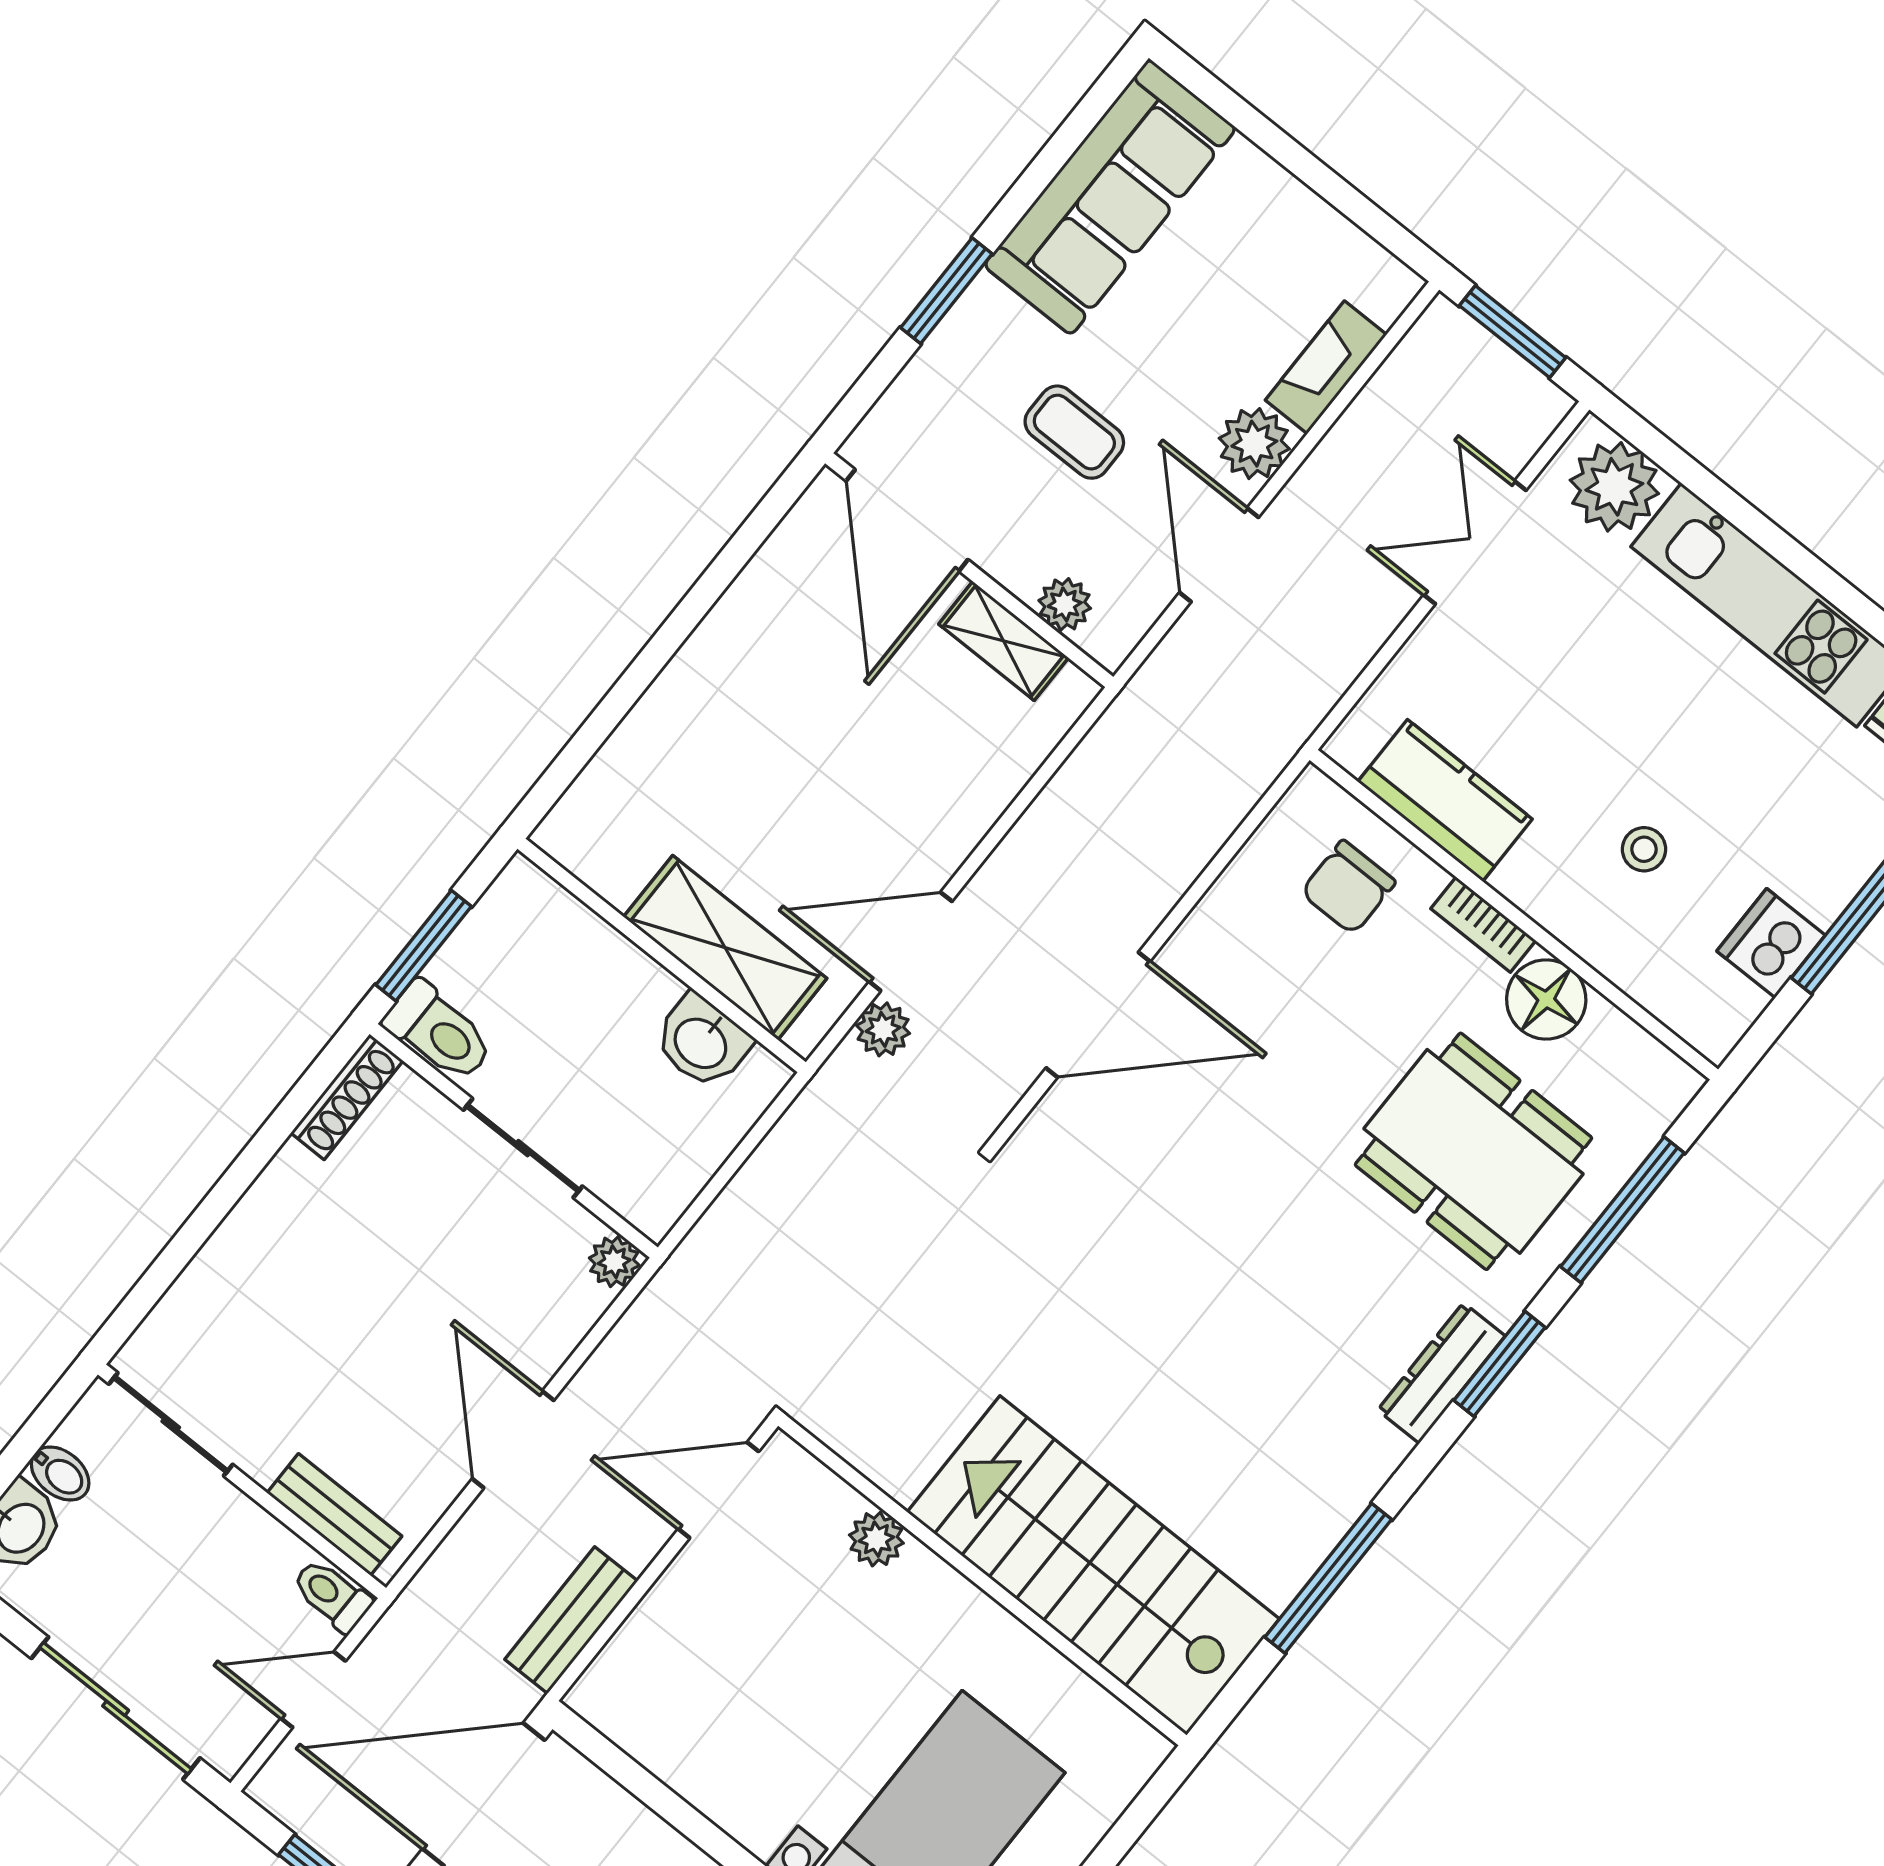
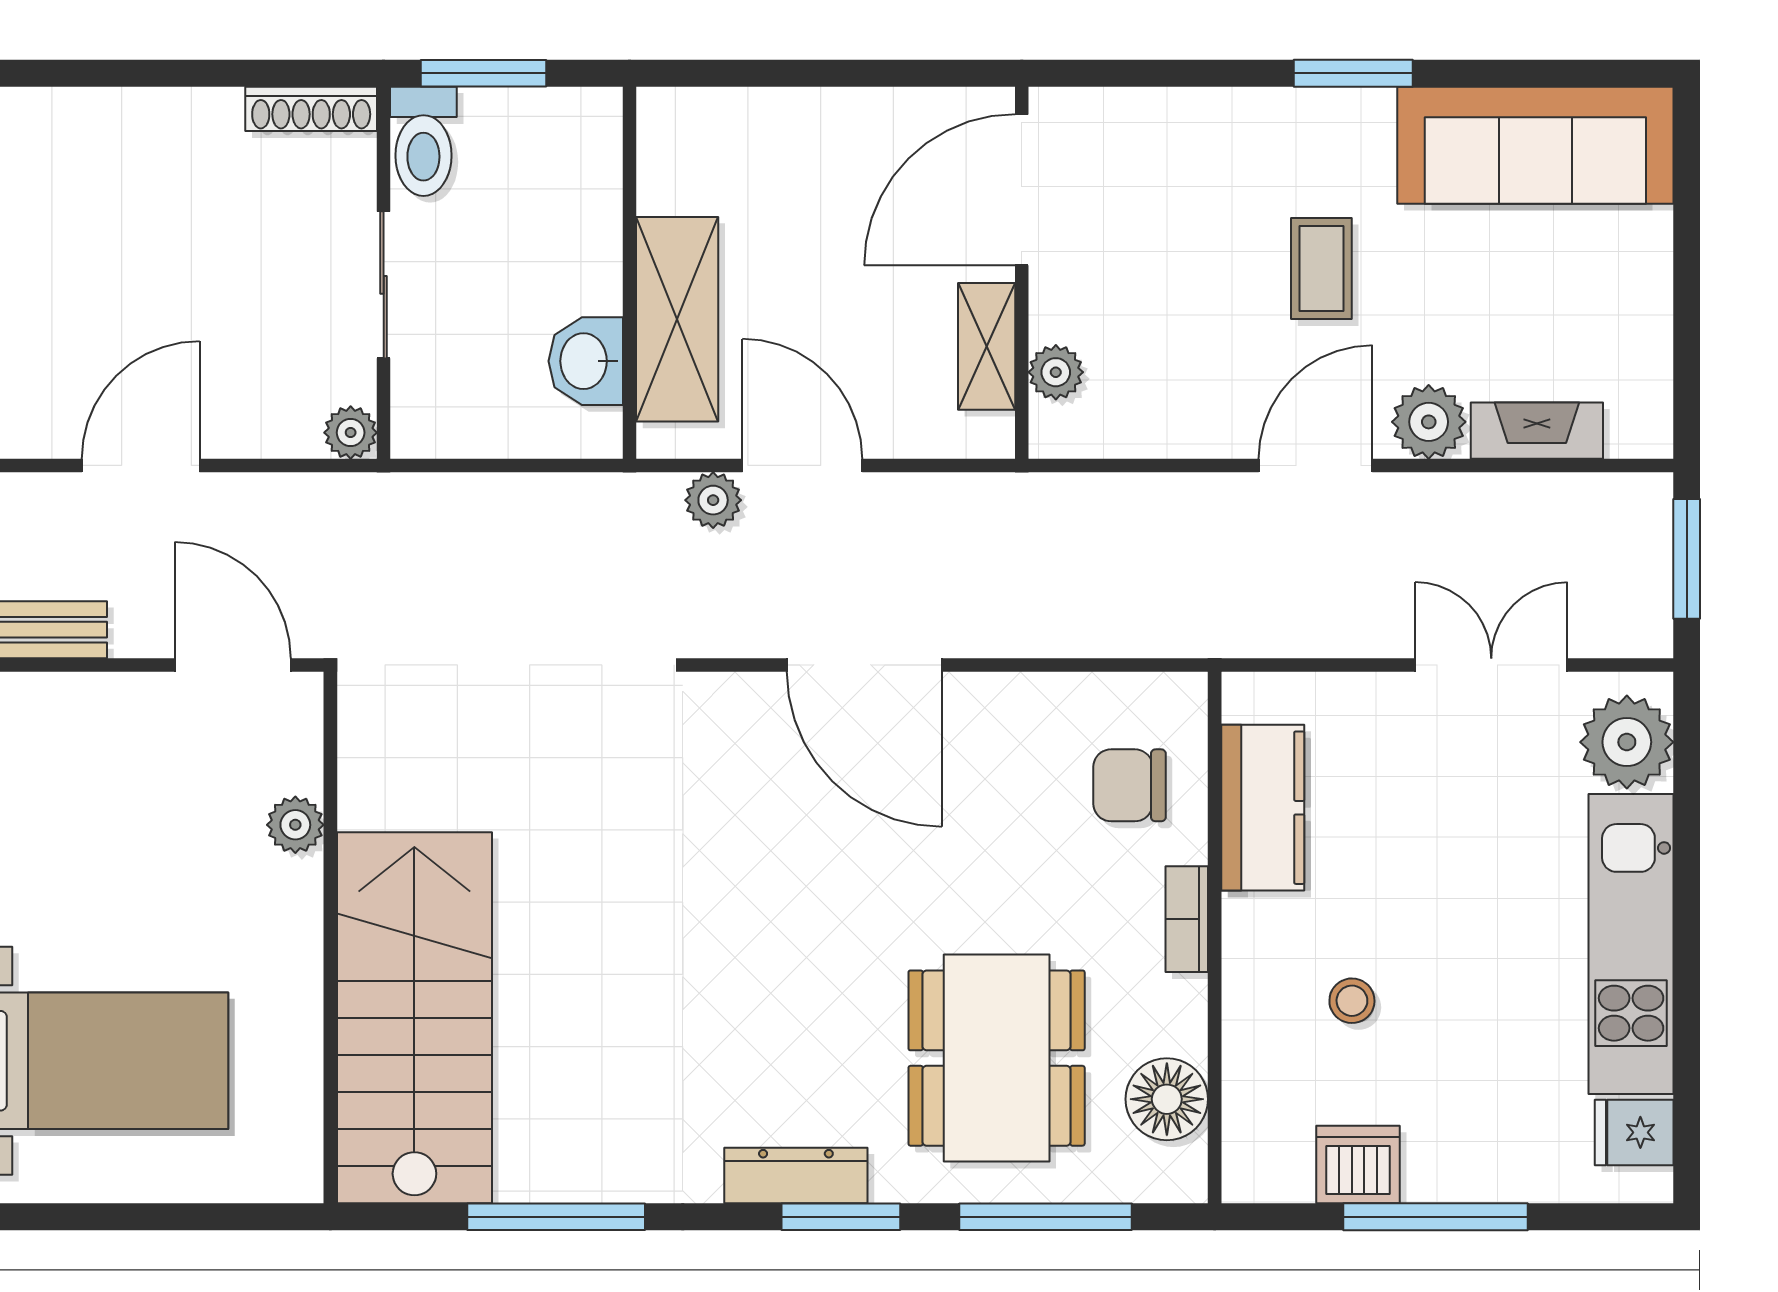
door: (907, 520) -> (1022, 190), moved
wall: (969, 570) -> (1022, 273), moved
plant: (1065, 604) -> (1056, 372), moved
shelving: (1004, 641) -> (987, 346), moved
floor lamp: (1546, 999) -> (1167, 1099), moved

